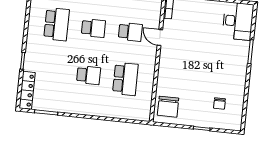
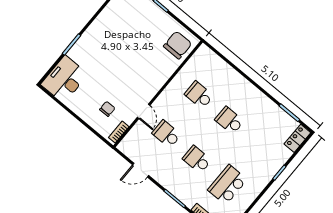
school desk: (125, 79) -> (199, 95), width x0.54
locker: (27, 90) -> (297, 138), width x0.66
chair: (219, 104) -> (107, 109), moved

